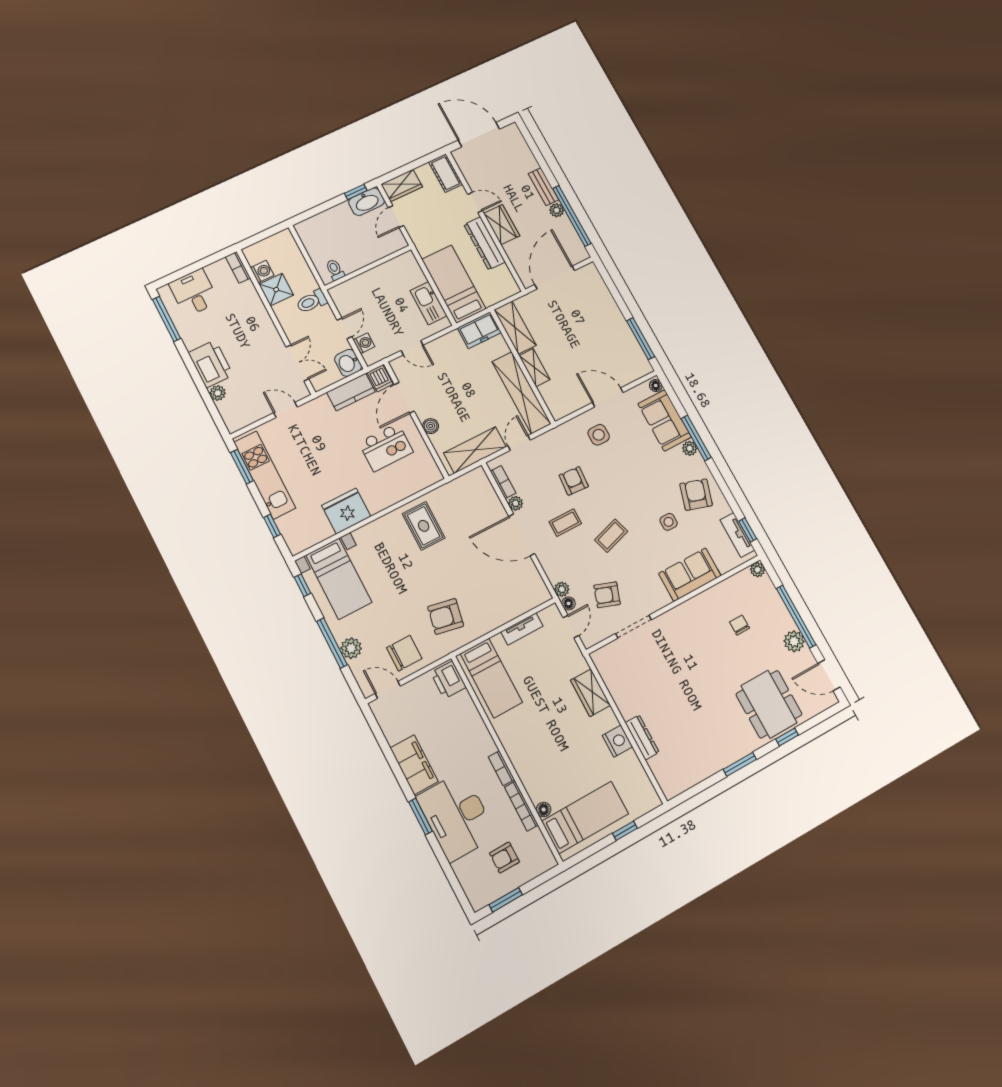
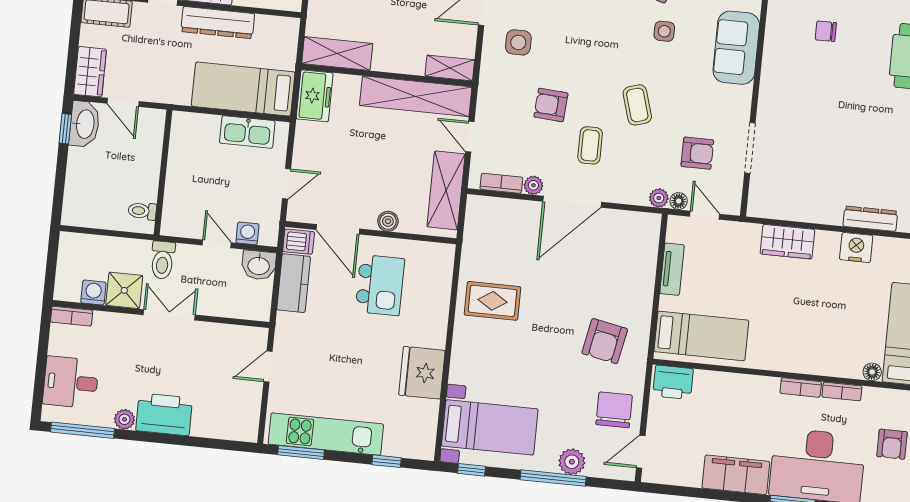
double door: (297, 363) -> (169, 315), moved
shelving: (535, 368) -> (450, 68), moved
plant: (218, 393) -> (124, 419), moved
armchair: (607, 595) -> (697, 153), turned -109
bookcase: (521, 806) -> (842, 391), width x0.64

